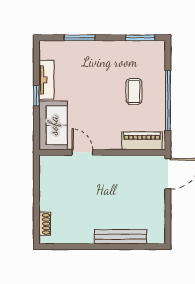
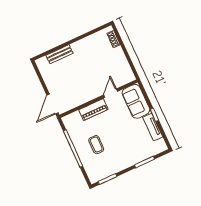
piano: (142, 141) -> (93, 109), moved
door: (82, 152) -> (111, 93), swing flipped
bench: (121, 237) -> (59, 54), width x0.73

